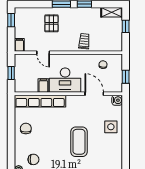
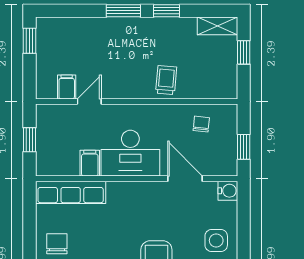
pallet: (51, 23) -> (105, 47), removed
filing cabinet: (19, 45) -> (67, 87), moved
door: (43, 53) -> (89, 102), swing flipped
row of seats: (40, 101) -> (71, 192), width x0.73

